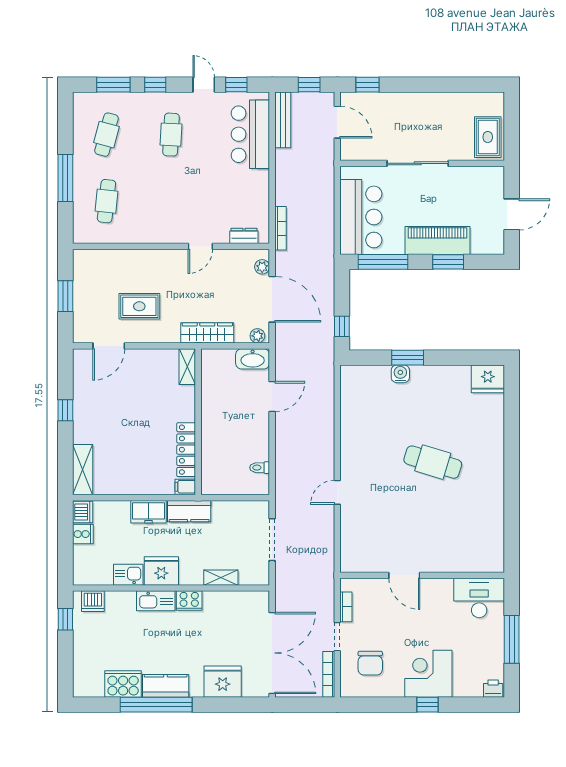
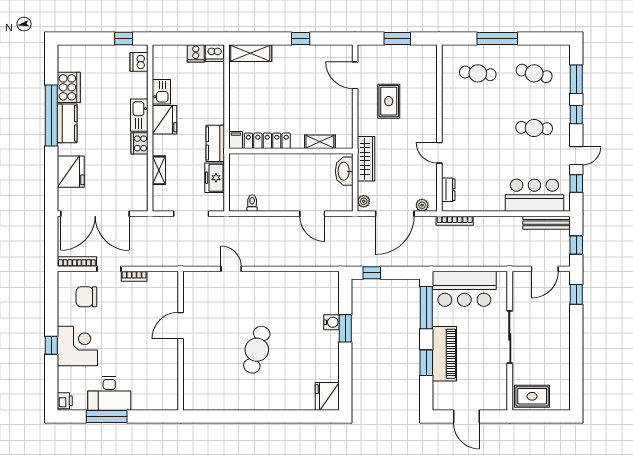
washbasin: (253, 359) -> (344, 171), moved
shelving: (187, 367) -> (320, 142), moved
freezer: (149, 512) -> (215, 178), moved
door: (404, 575) -> (181, 326), moved
wall: (422, 575) -> (181, 341), moved
desk: (479, 598) -> (109, 394), moved, turned 90

